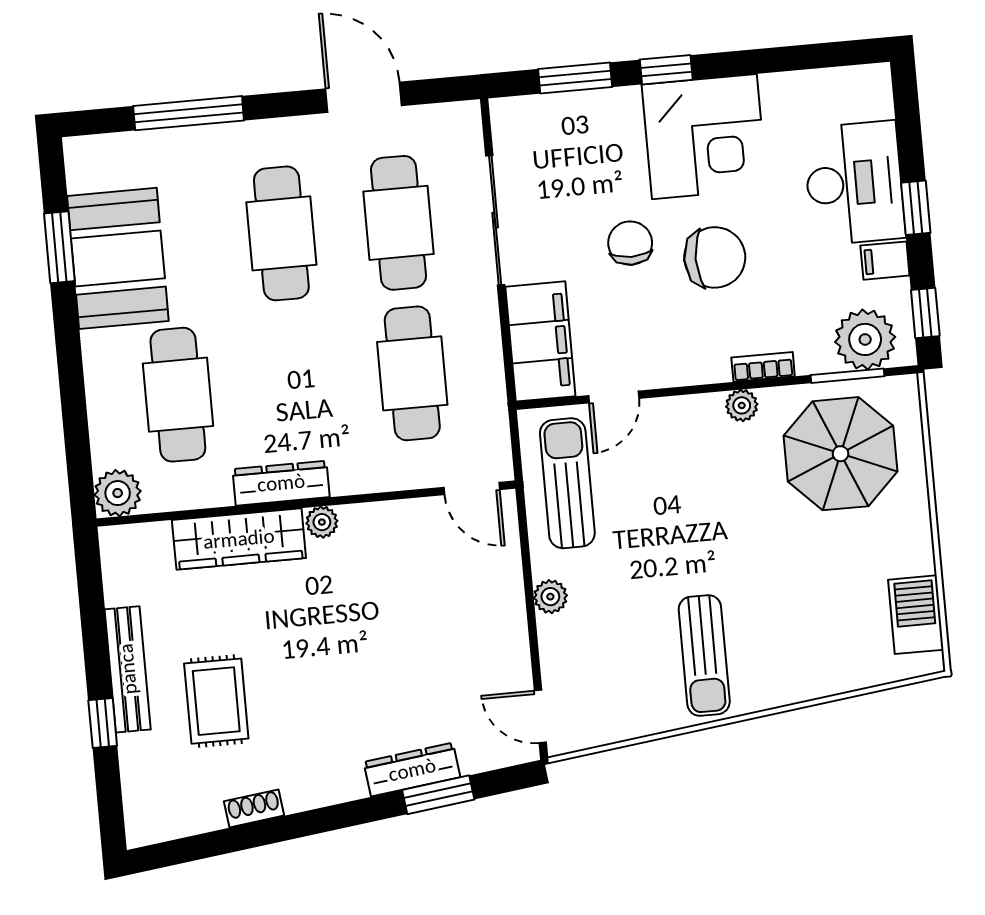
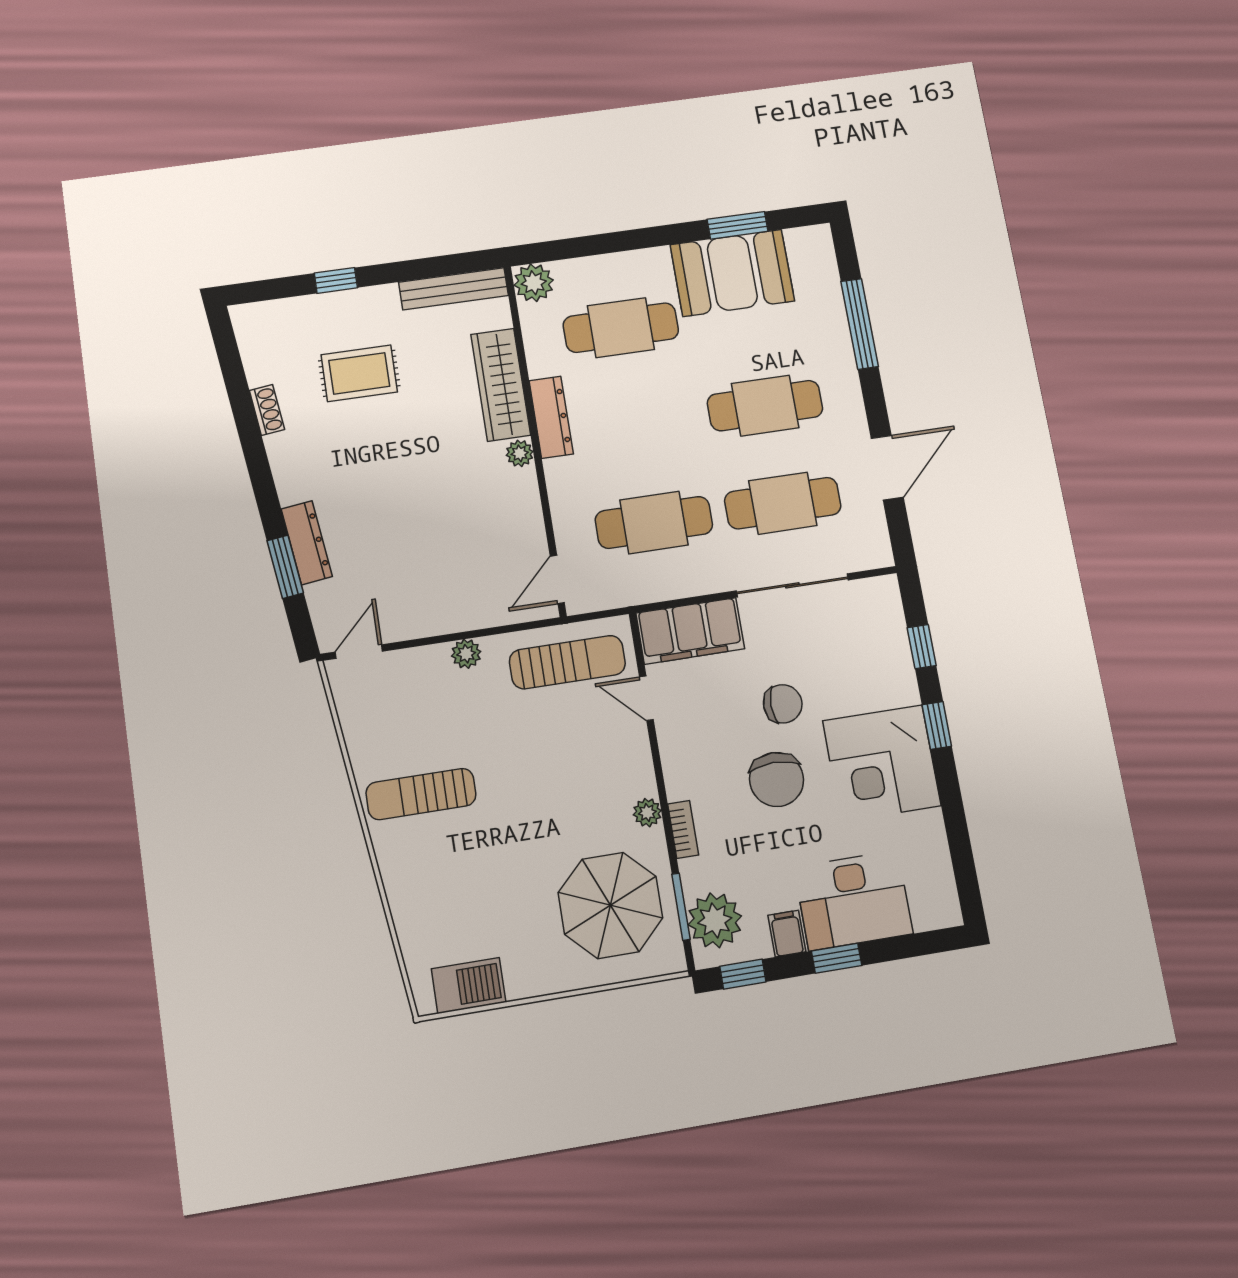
window: (575, 78) -> (922, 647), width x0.67
bench: (128, 669) -> (454, 289), moved

